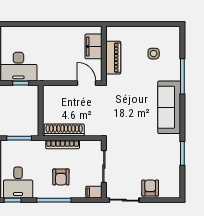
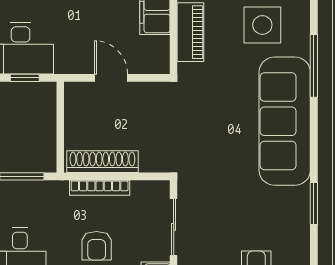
side table: (154, 54) -> (262, 25), width x1.87, depth x1.87
door: (87, 83) -> (111, 78), moved
sofa: (169, 107) -> (285, 121), width x1.36, depth x1.27

